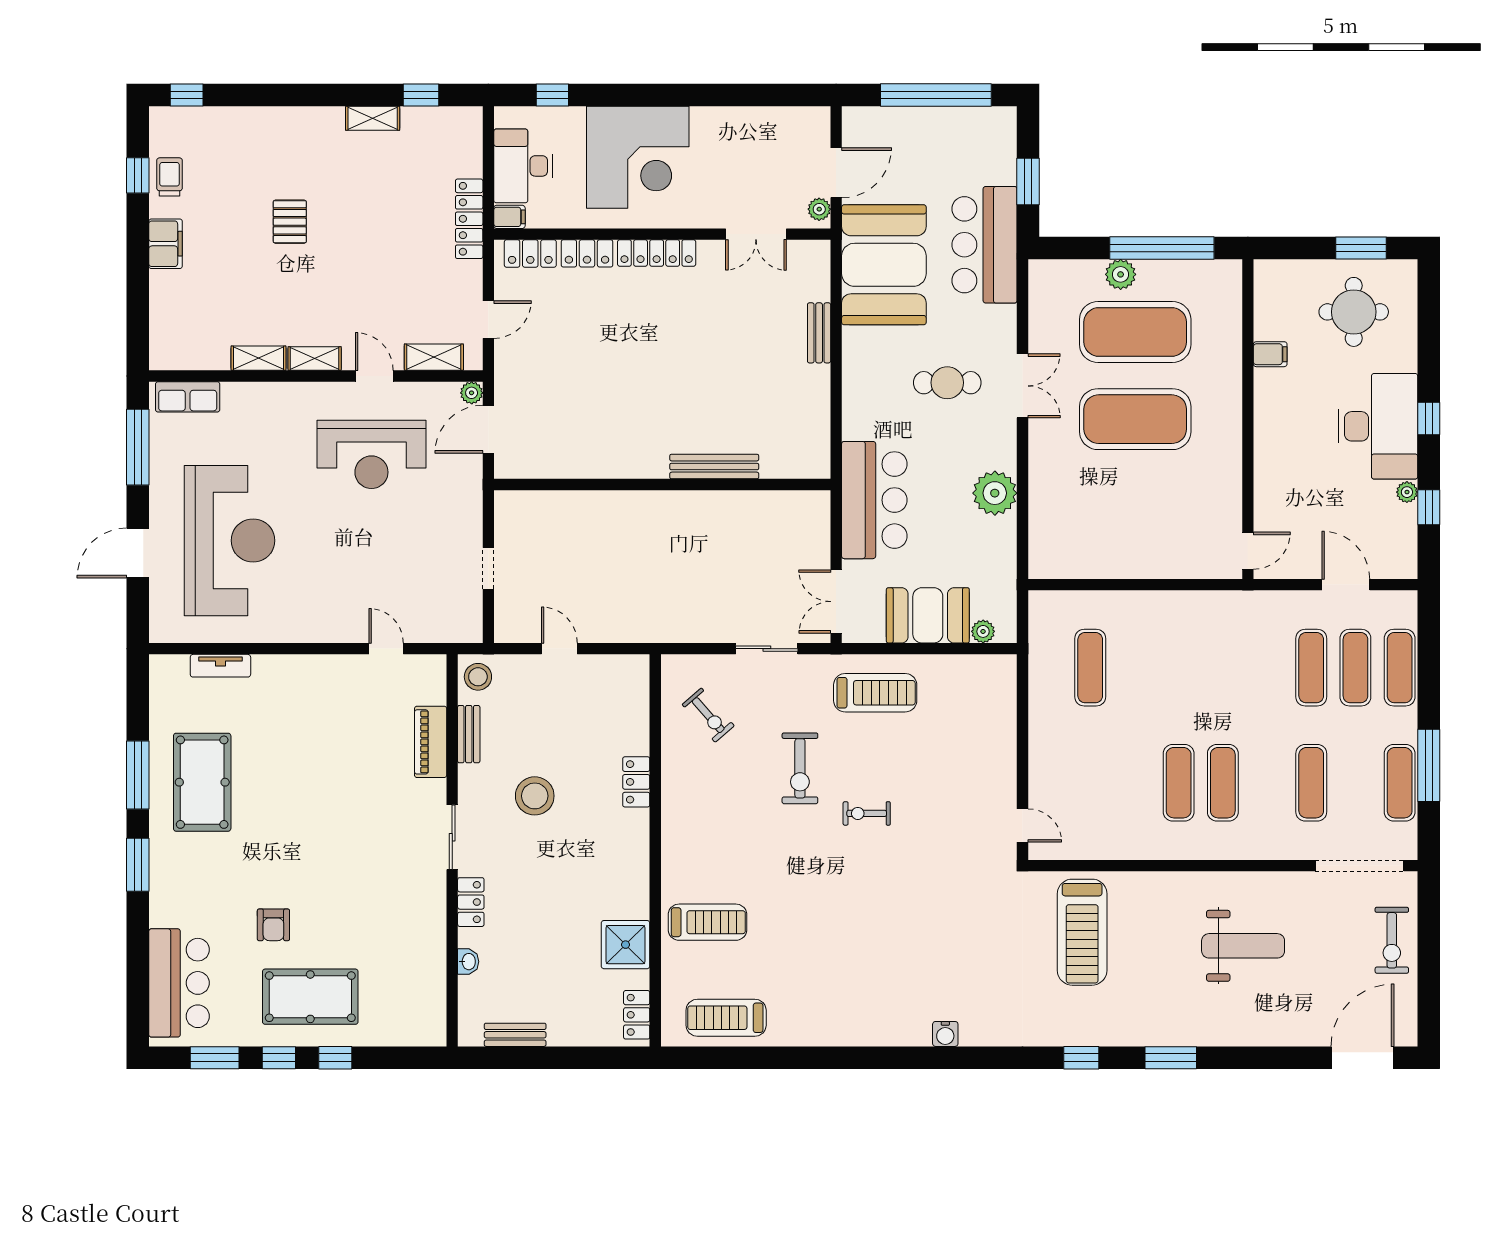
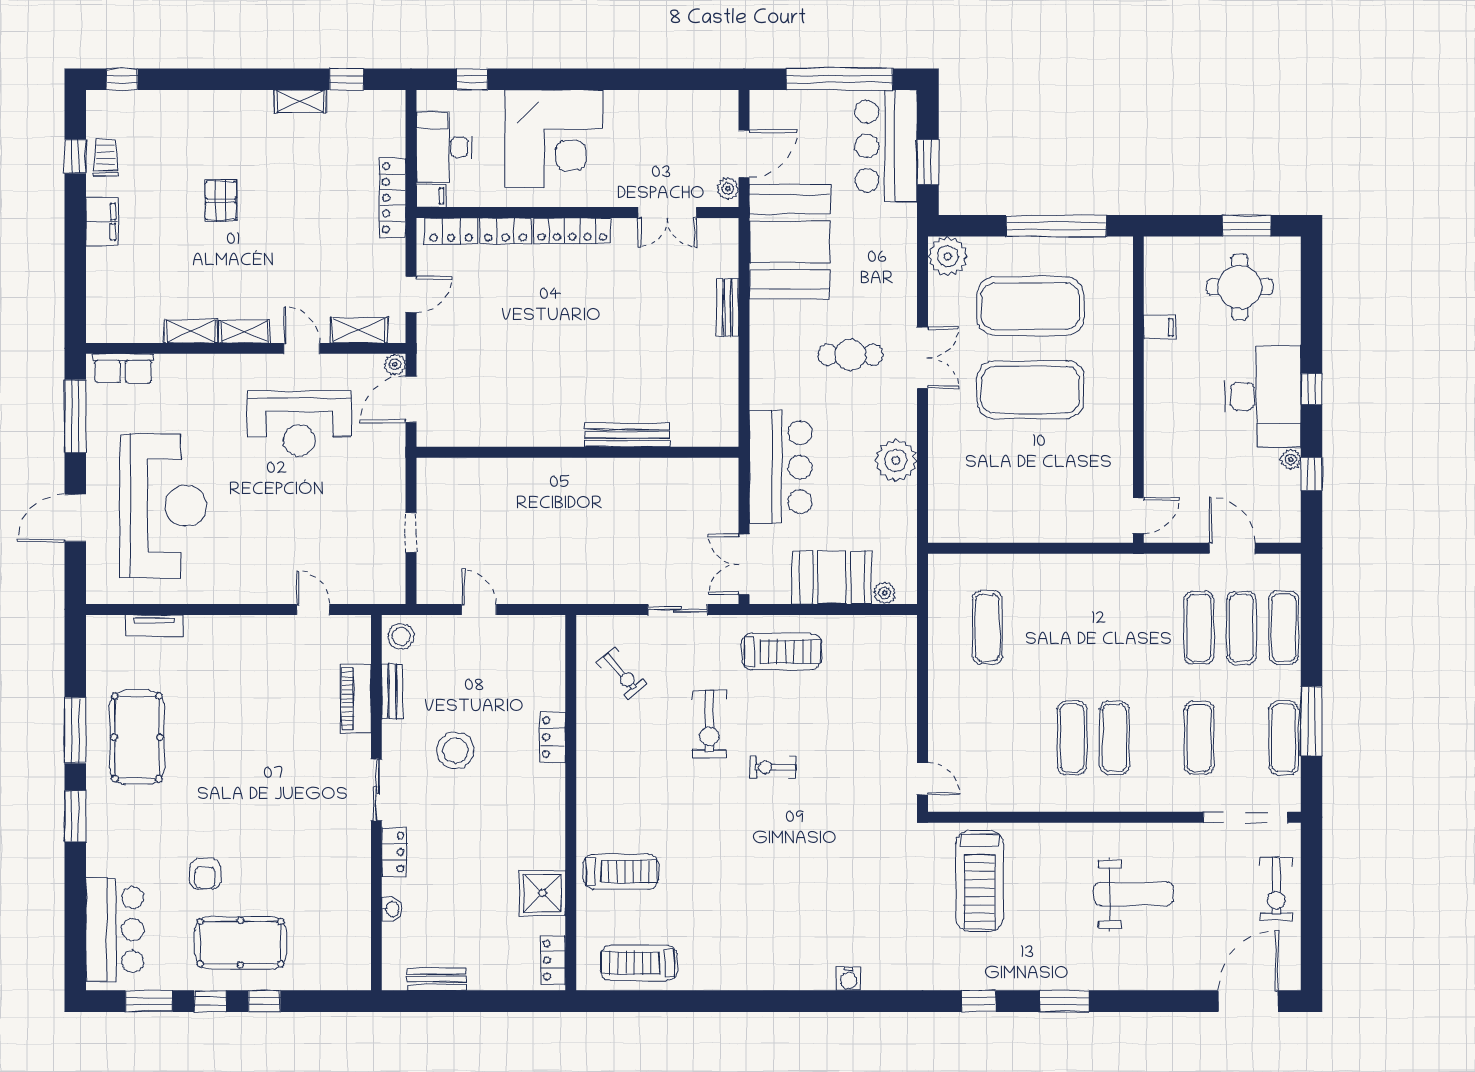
bar counter: (984, 245) -> (886, 146), moved
plant: (1121, 274) -> (948, 256), moved, width x1.36, depth x1.36

